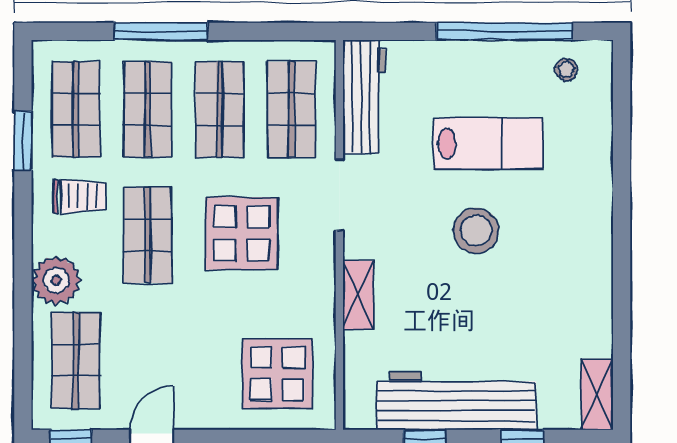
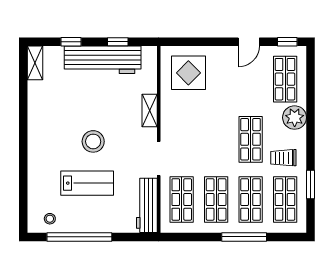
lab bench: (488, 144) -> (87, 183), turned 180
display table: (242, 233) -> (206, 140), removed

